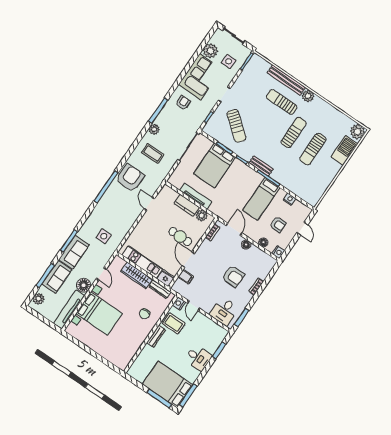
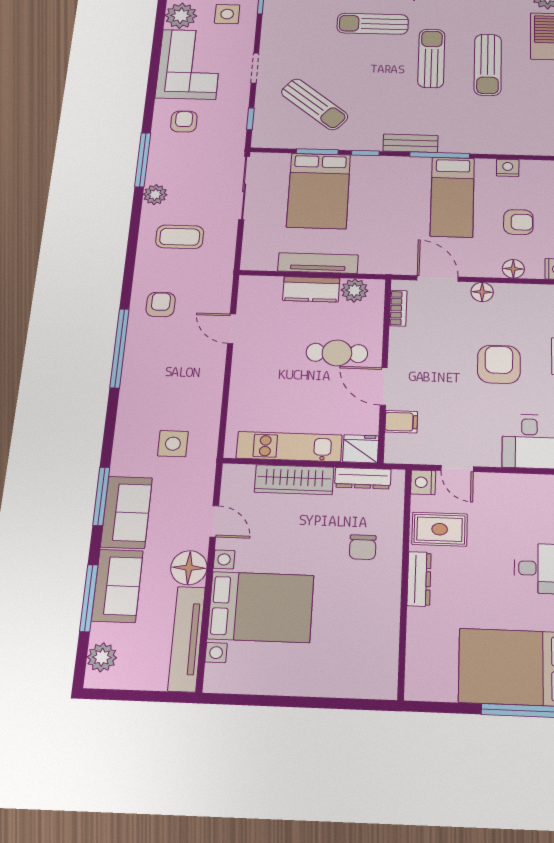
armchair: (130, 178) -> (161, 305), width x0.53, depth x0.53
armchair: (233, 276) -> (499, 364), turned -90

